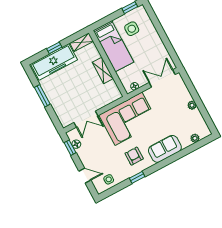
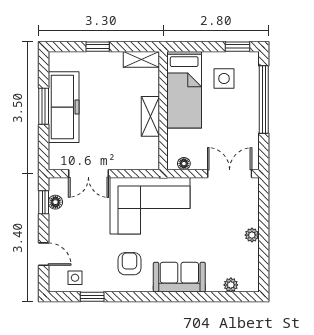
window: (159, 29) -> (264, 99), added
freezer: (54, 62) -> (64, 107), moved, turned -90
window: (137, 177) -> (92, 297), moved

